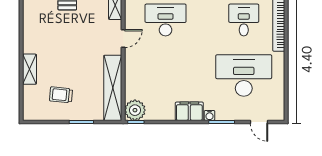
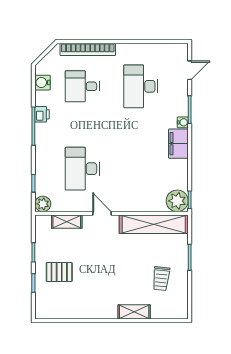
desk: (244, 75) -> (141, 86), width x0.73, depth x0.77

